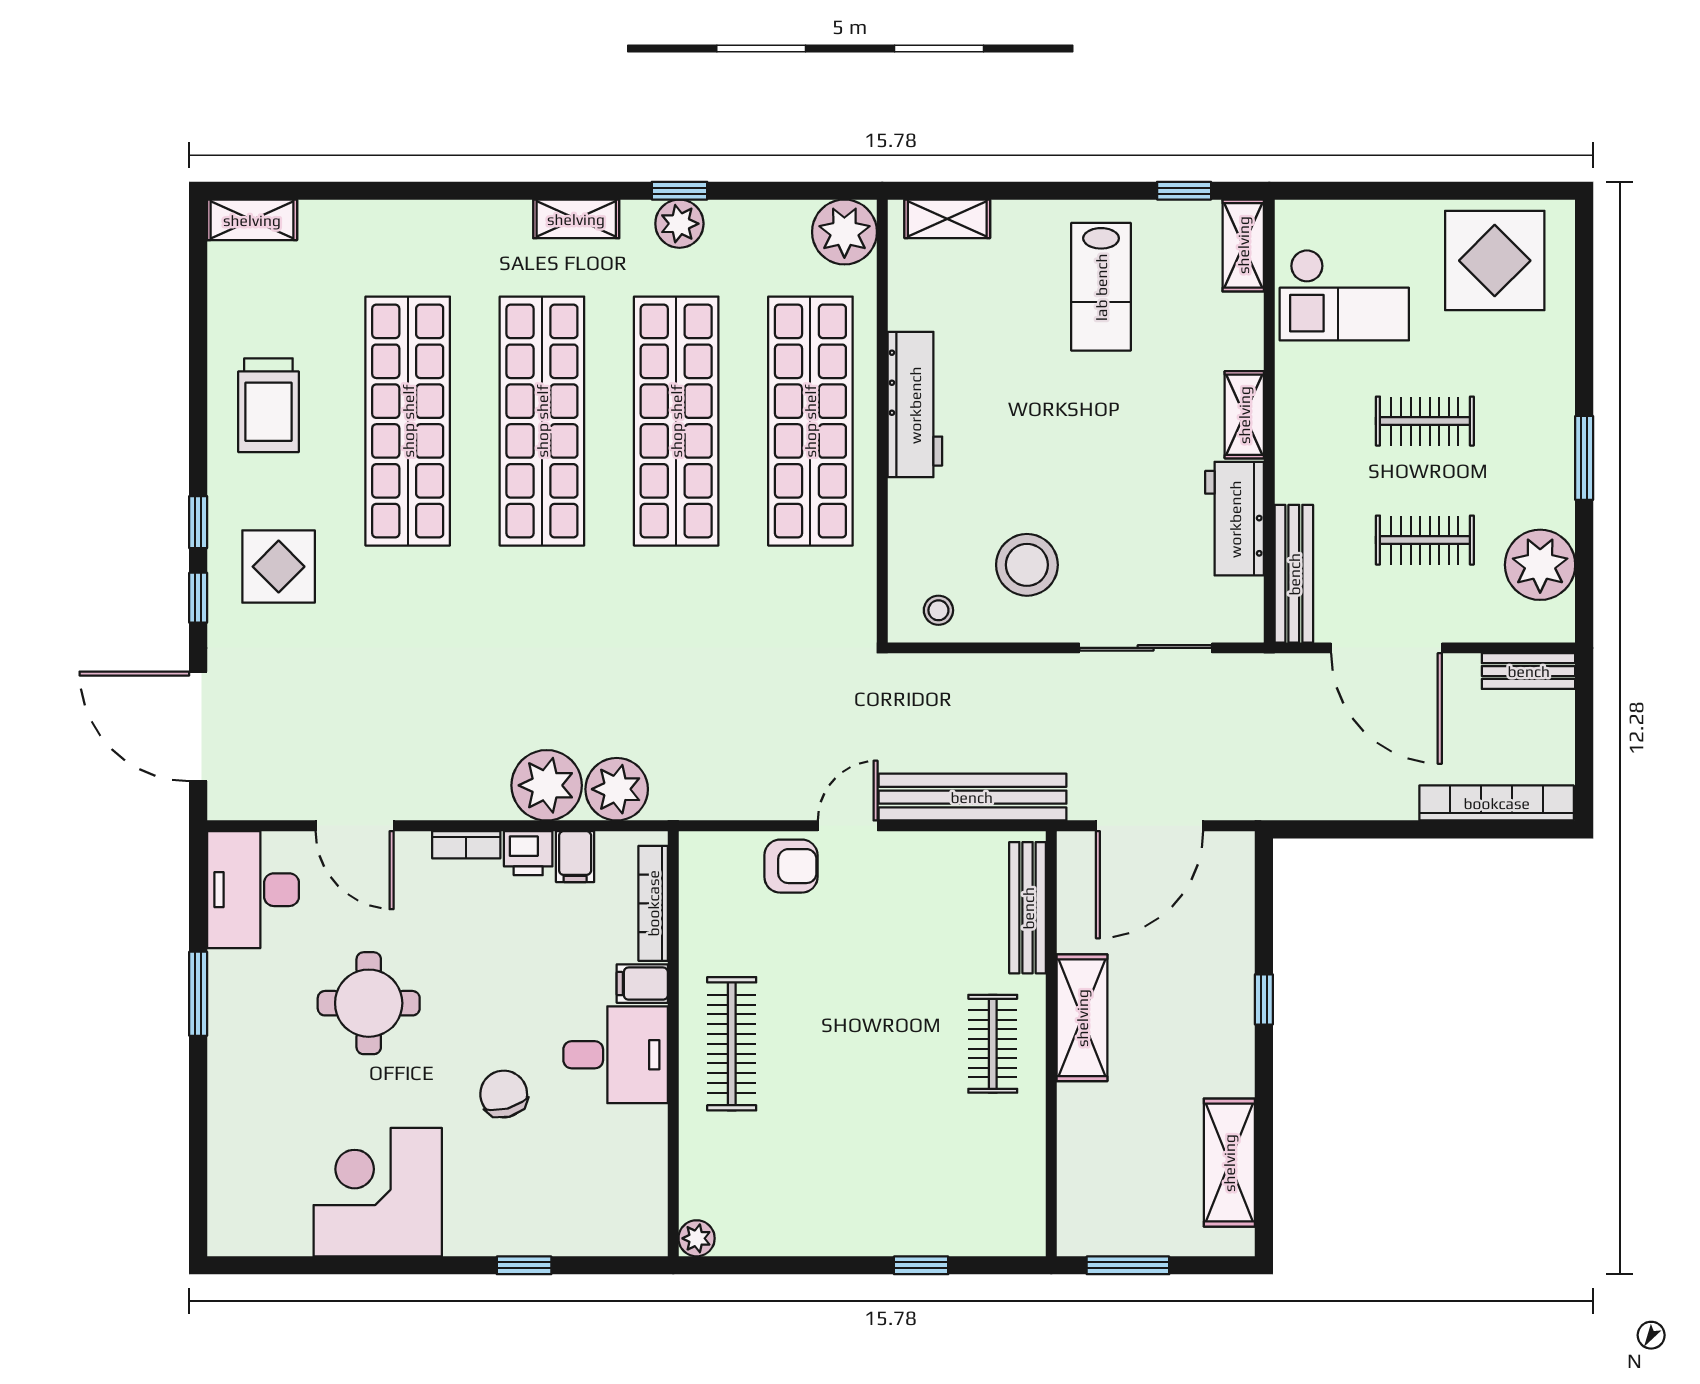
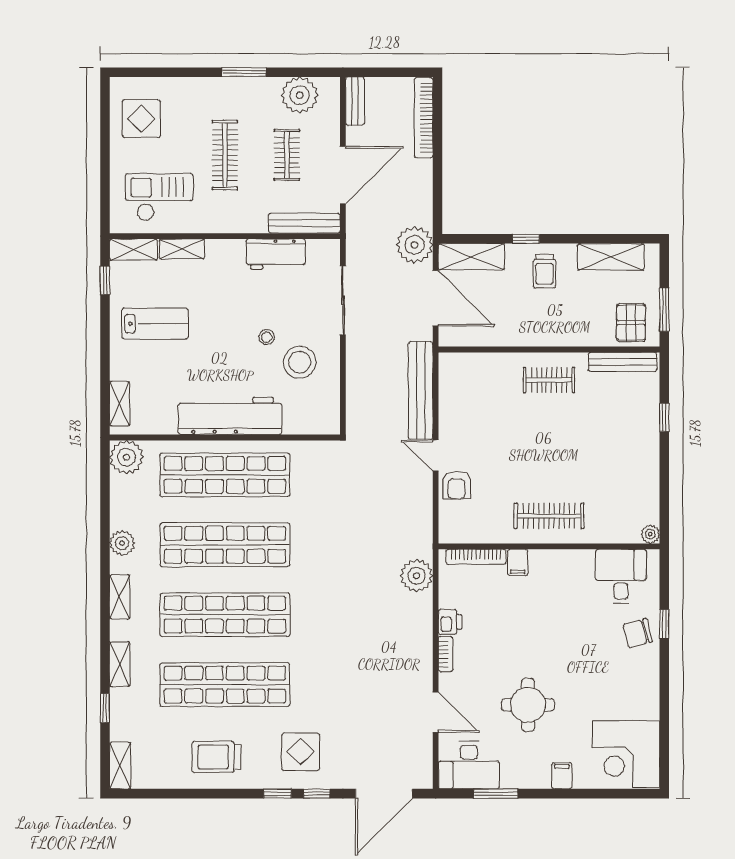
window: (680, 191) -> (105, 708), moved
shelving: (447, 219) -> (120, 664), added
display table: (1495, 261) -> (141, 119), width x0.73, depth x0.73
checkout: (1344, 295) -> (159, 197), turned -90
trolley: (268, 405) -> (217, 757), turned 180
workbench: (915, 405) -> (230, 416), width x1.36, depth x1.32
shelving: (1244, 415) -> (182, 249), moved
clothes rail: (1425, 421) -> (225, 155), width x1.36
stool: (938, 610) -> (267, 337), moved
plant: (547, 785) -> (414, 245), moved
door: (355, 826) -> (436, 712), hinge flipped
filing cabinet: (575, 857) -> (562, 776), moved, turned -90
armchair: (791, 866) -> (457, 485), turned 180
bench: (1028, 908) -> (622, 362), moved
window: (198, 994) -> (496, 794), moved
shelving: (1082, 1018) -> (471, 257), moved
trolley: (1201, 1035) -> (544, 271), added
desk: (616, 1055) -> (621, 576), moved
chair: (504, 1094) -> (638, 633), moved
corner desk: (378, 1192) -> (626, 754), moved
pallet: (1103, 1201) -> (631, 322), added

